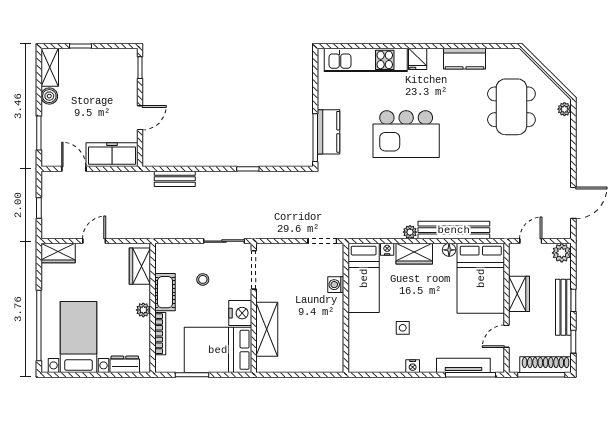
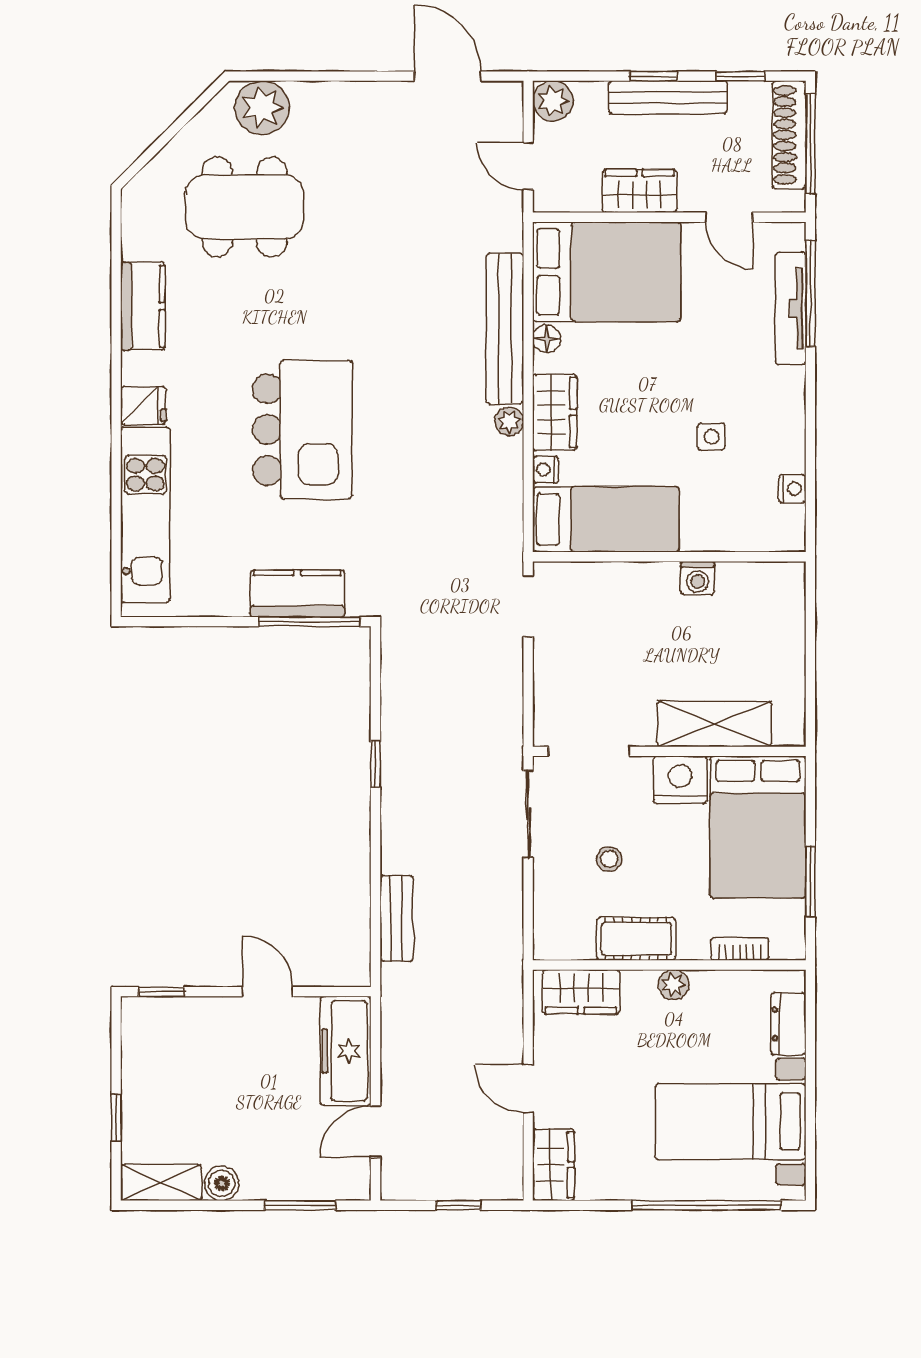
plant: (564, 109) -> (262, 108), width x1.88, depth x1.88
washing machine: (336, 285) -> (697, 578), moved
bookcase: (160, 334) -> (740, 949), width x0.64
nightstand: (413, 366) -> (792, 489), moved

